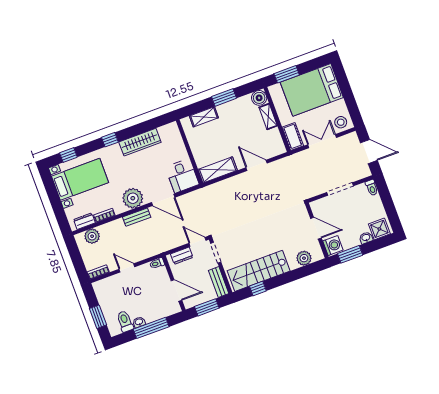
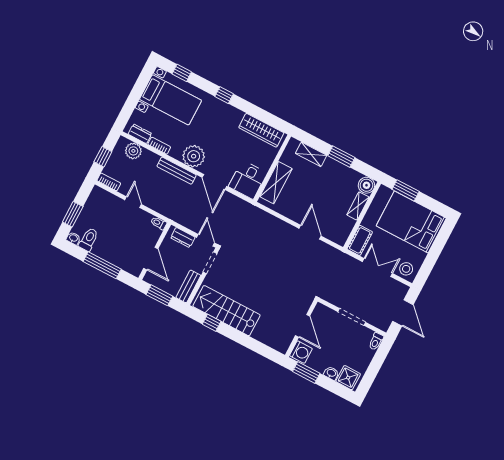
wardrobe: (140, 142) -> (261, 130), moved
shelving: (218, 170) -> (276, 183), moved, turned 90
bench: (137, 217) -> (177, 171), width x1.36
plant: (304, 258) -> (270, 338), removed
window: (77, 261) -> (103, 157), added
washbasin: (139, 322) -> (73, 238), moved

